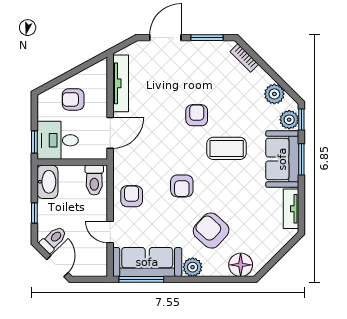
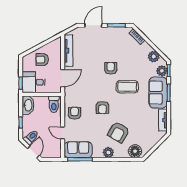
armchair: (211, 231) -> (119, 132), turned -102
sofa: (147, 262) -> (78, 150), width x0.73

